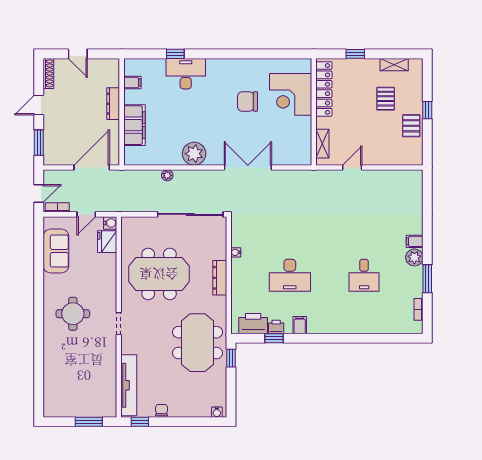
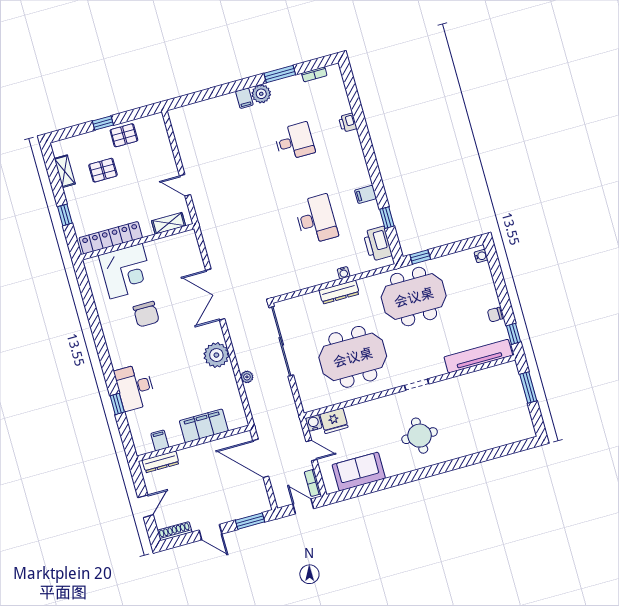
dresser: (113, 104) -> (161, 462), moved
water cooler: (236, 252) -> (344, 273), moved
meeting table: (159, 274) -> (353, 357), turned 90
printer: (276, 327) -> (348, 123), moved

